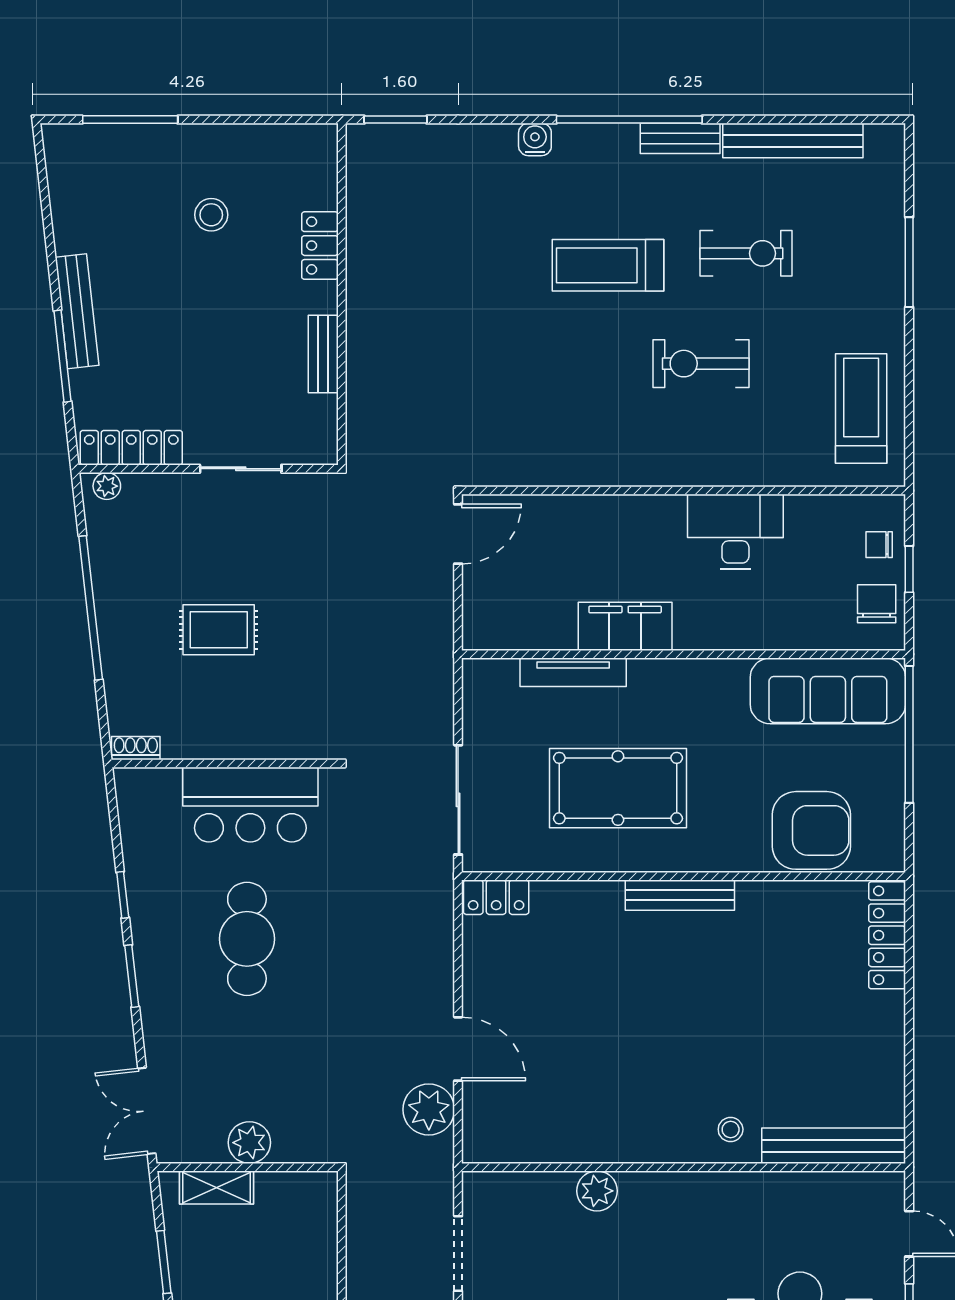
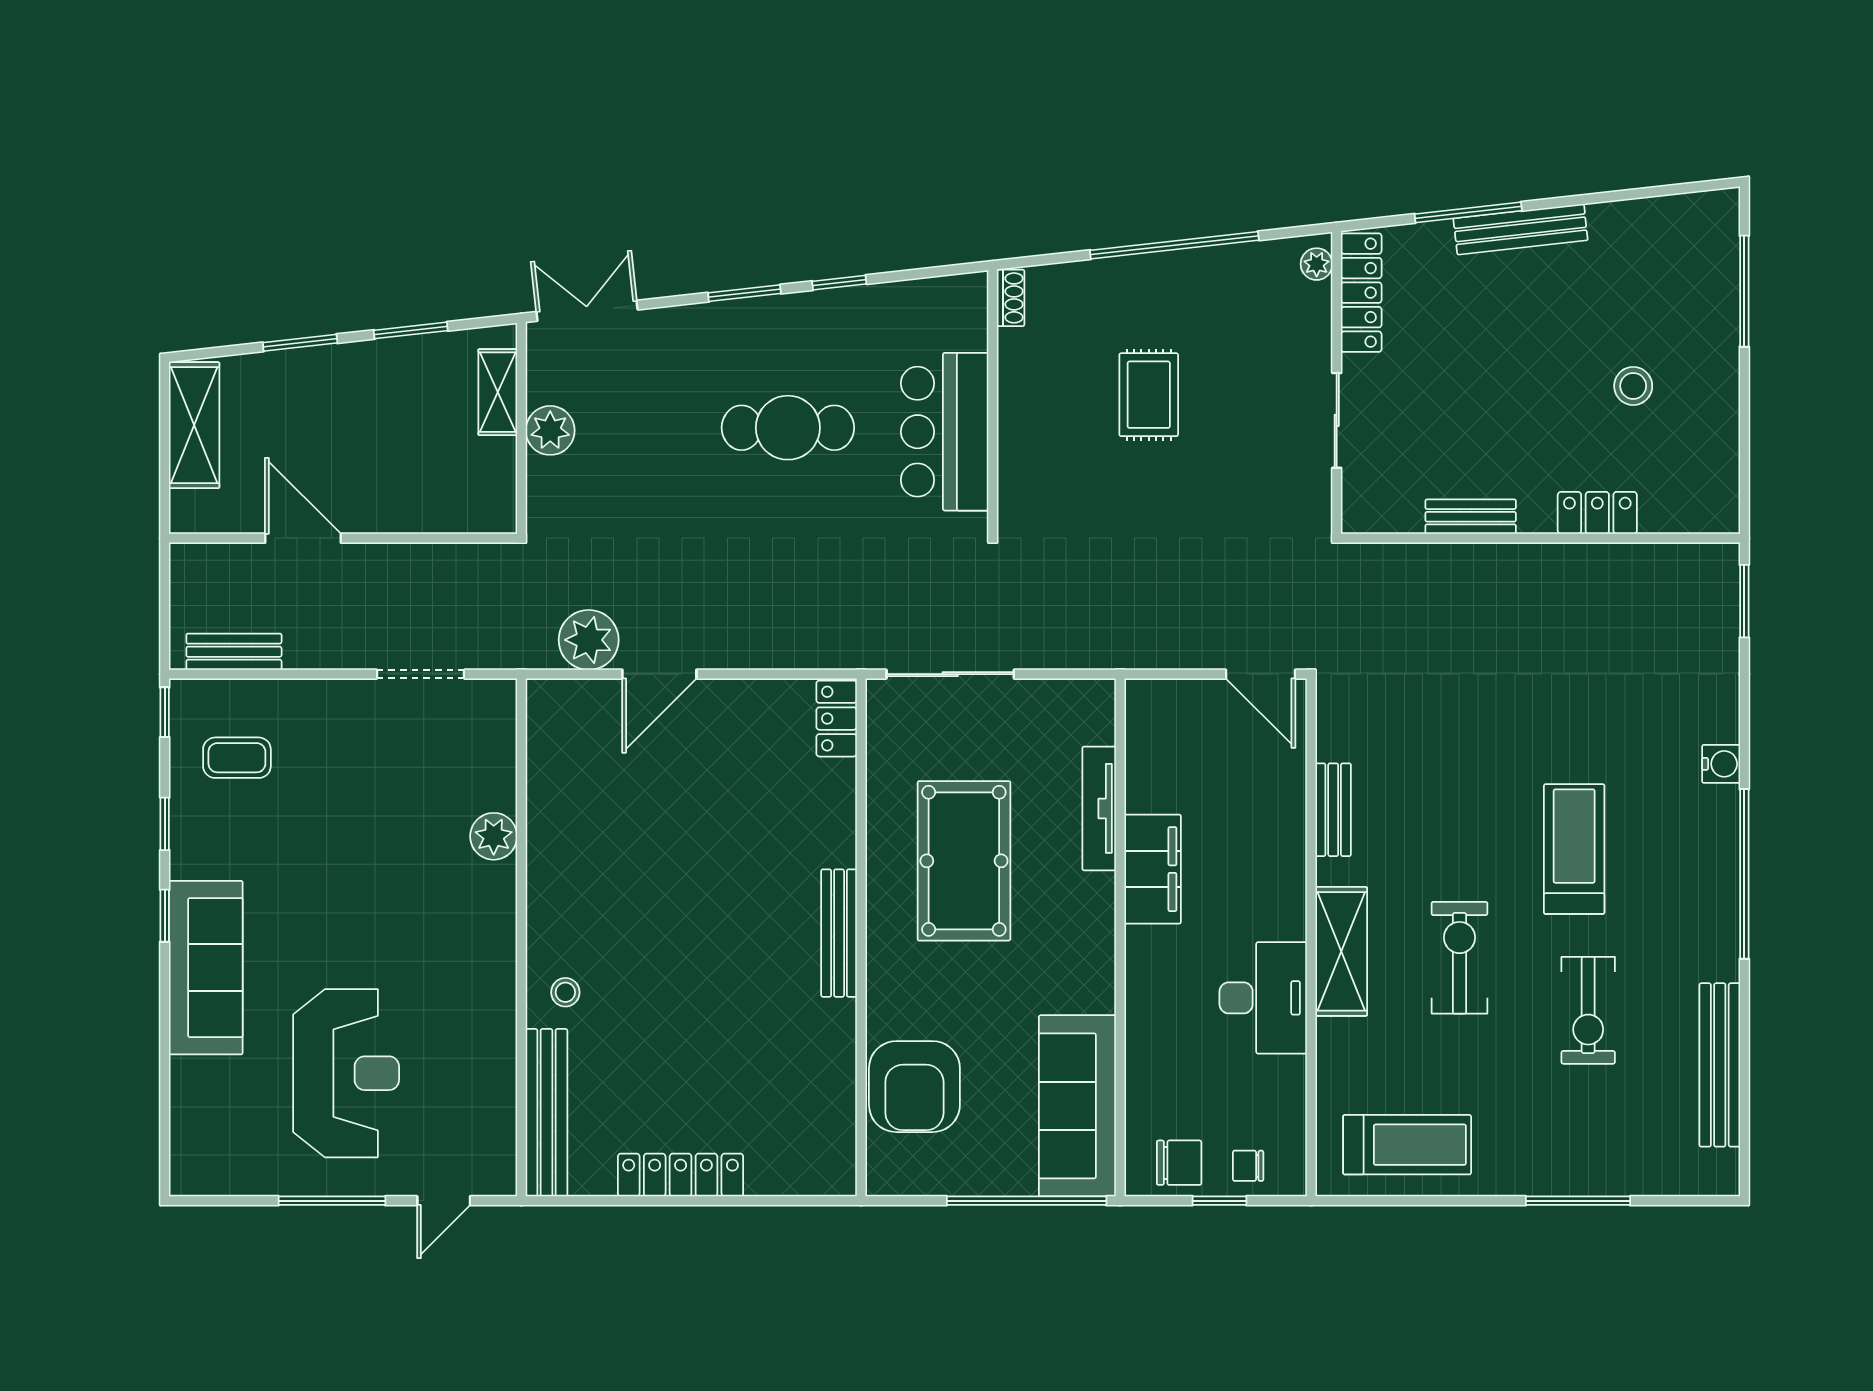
bench: (680, 138) -> (1333, 810), moved
shelving: (696, 465) -> (1341, 951), added
chair: (879, 545) -> (1248, 1166), turned -90
locker: (887, 935) -> (681, 1175), moved

